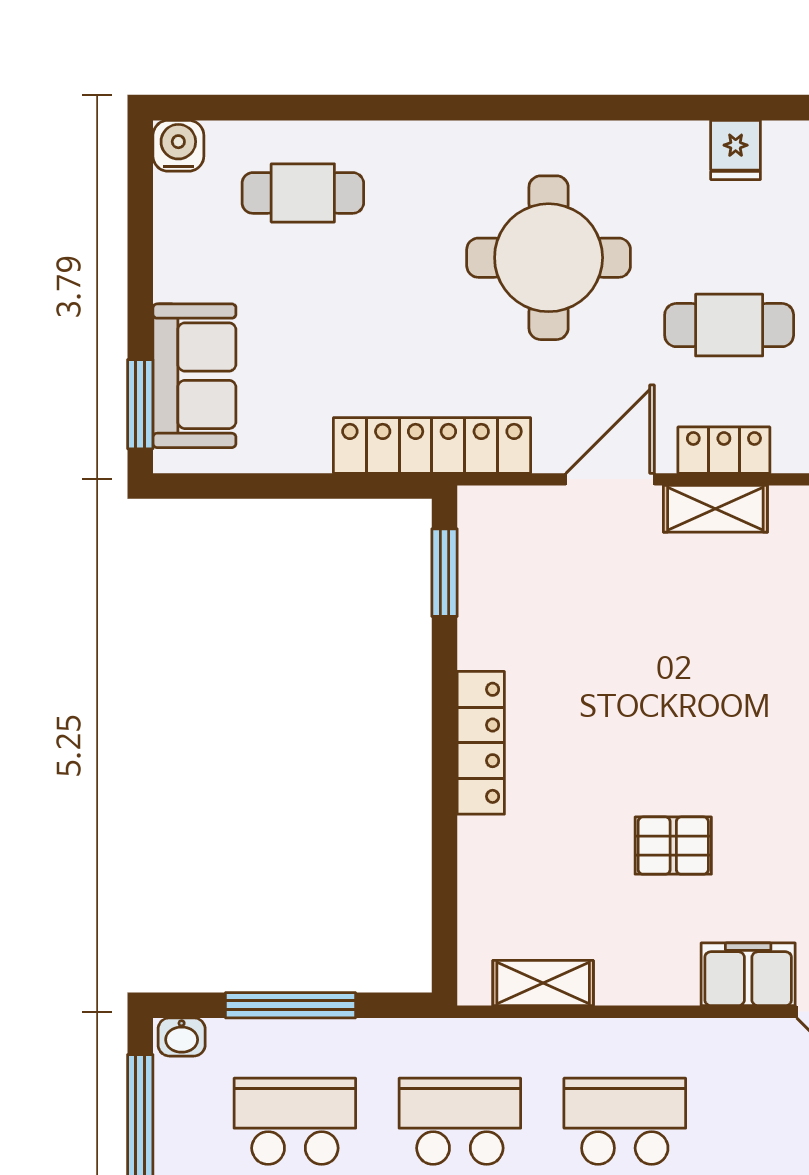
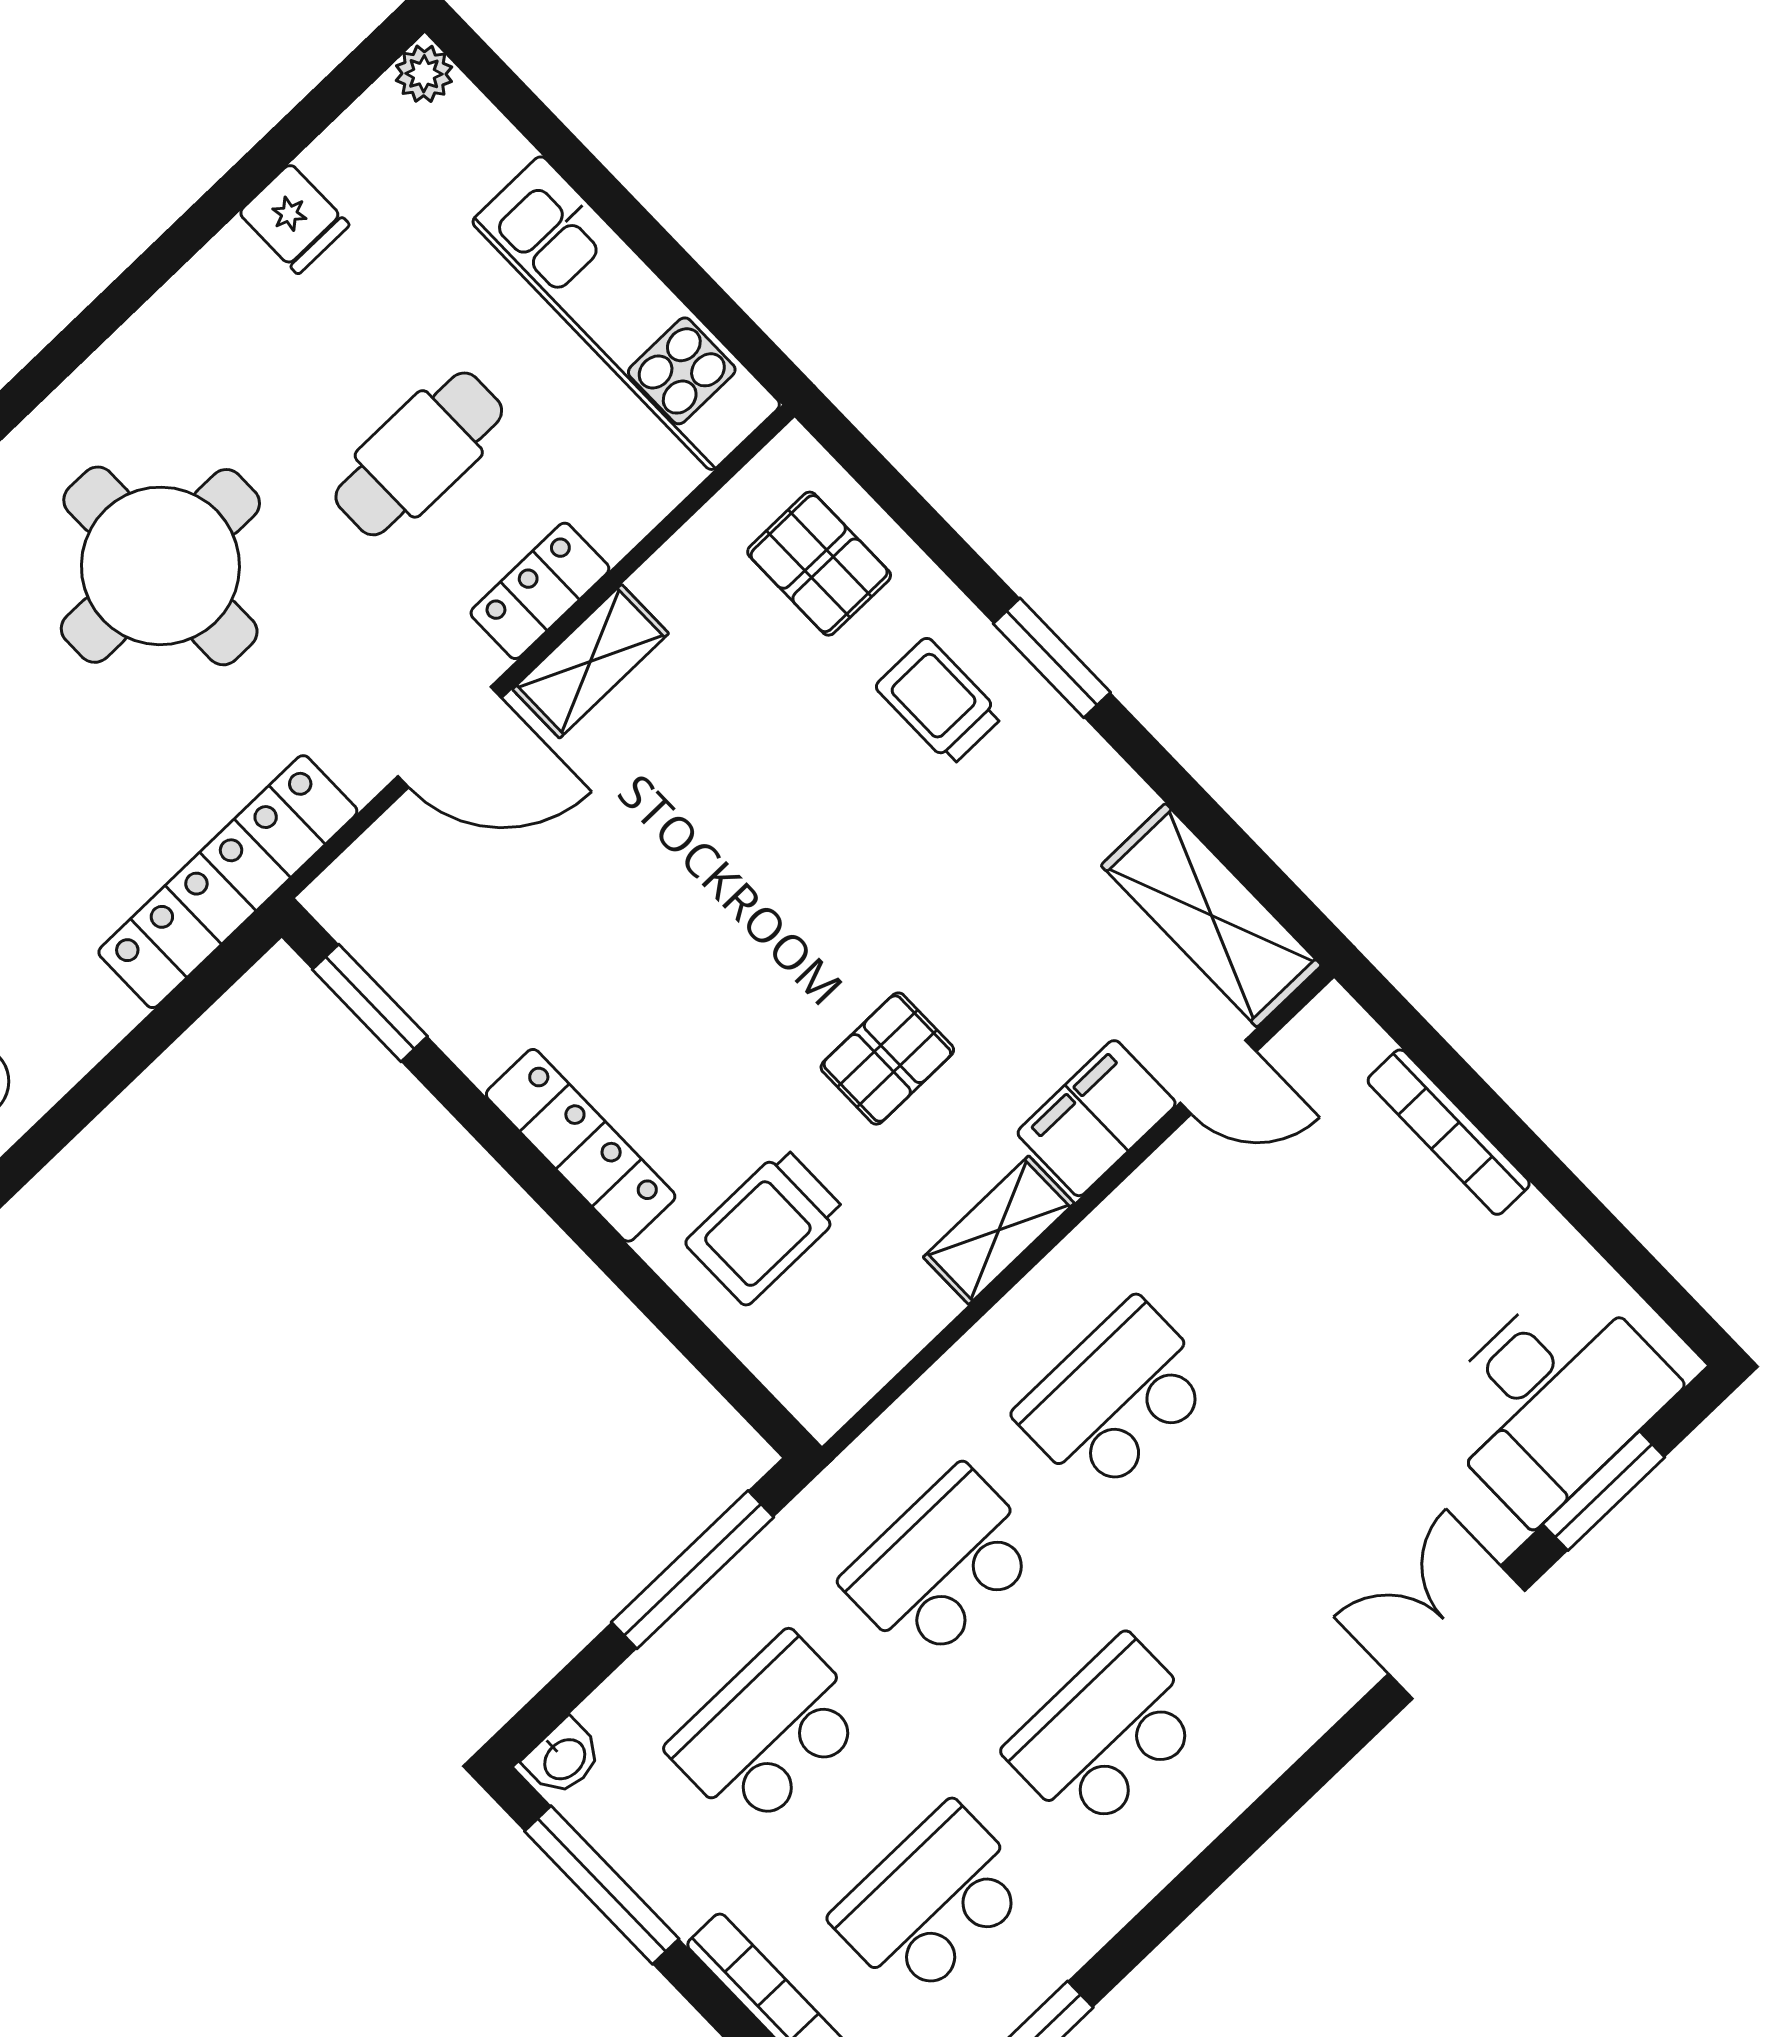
fridge: (736, 150) -> (294, 219), moved
door: (610, 479) -> (450, 737), swing flipped
trolley: (533, 871) -> (765, 1227), added
shelving: (543, 983) -> (999, 1230), moved
window: (290, 1005) -> (693, 1570), moved

